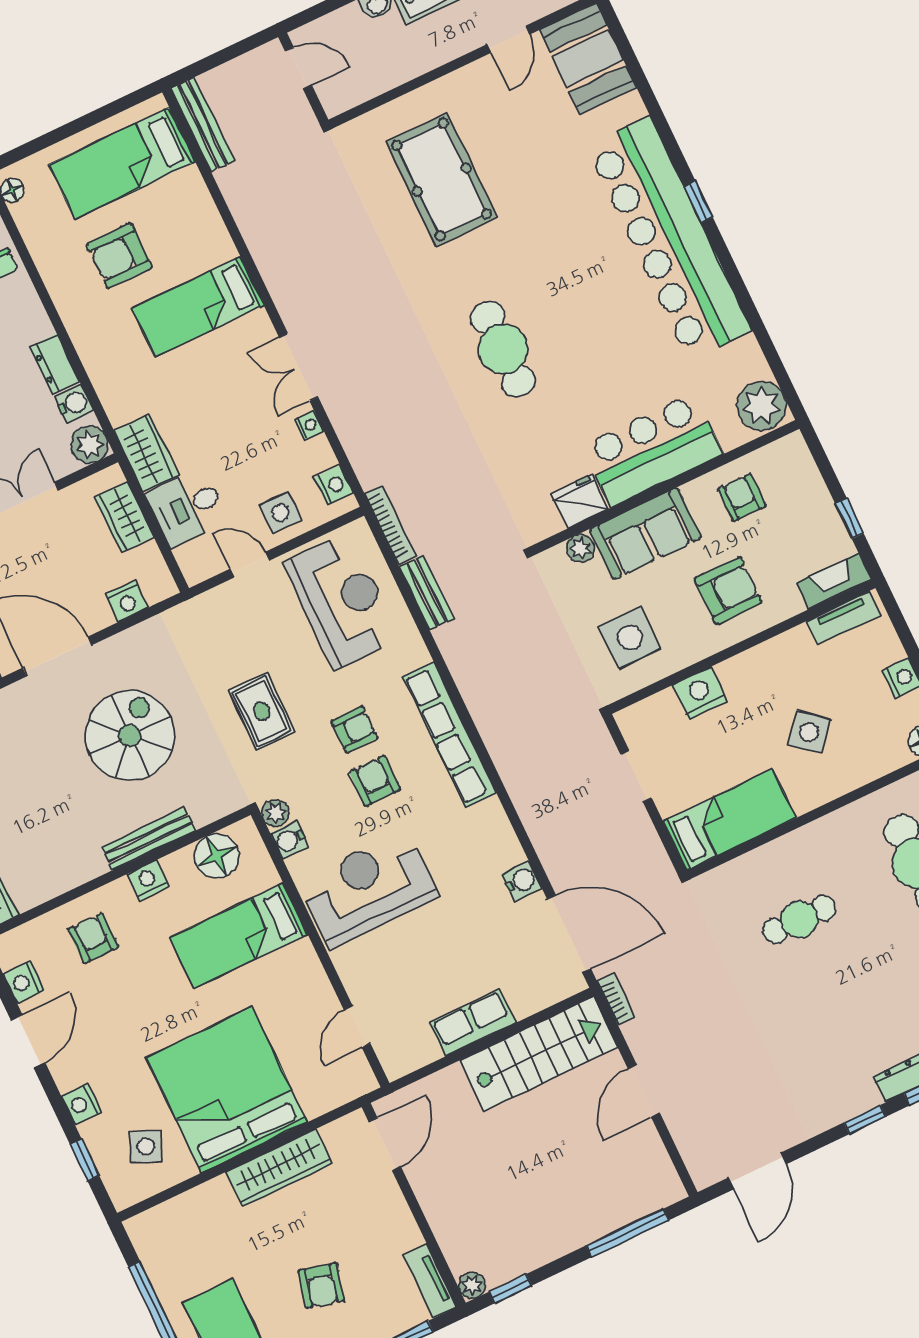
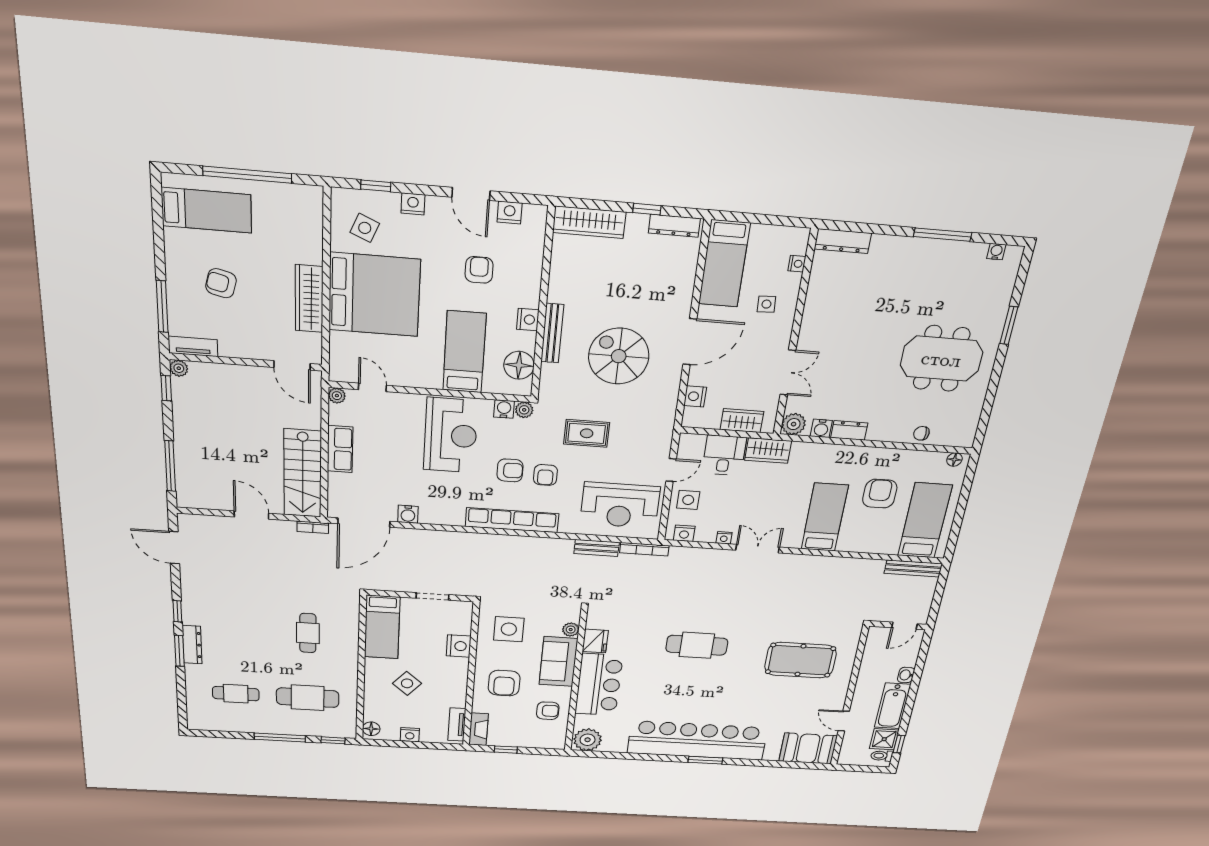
window: (698, 202) -> (705, 760), width x1.50
spiral stairs: (130, 735) -> (619, 356), turned 180
armchair: (93, 938) -> (479, 270), moved, turned -90
plant: (395, 1066) -> (337, 396), added

